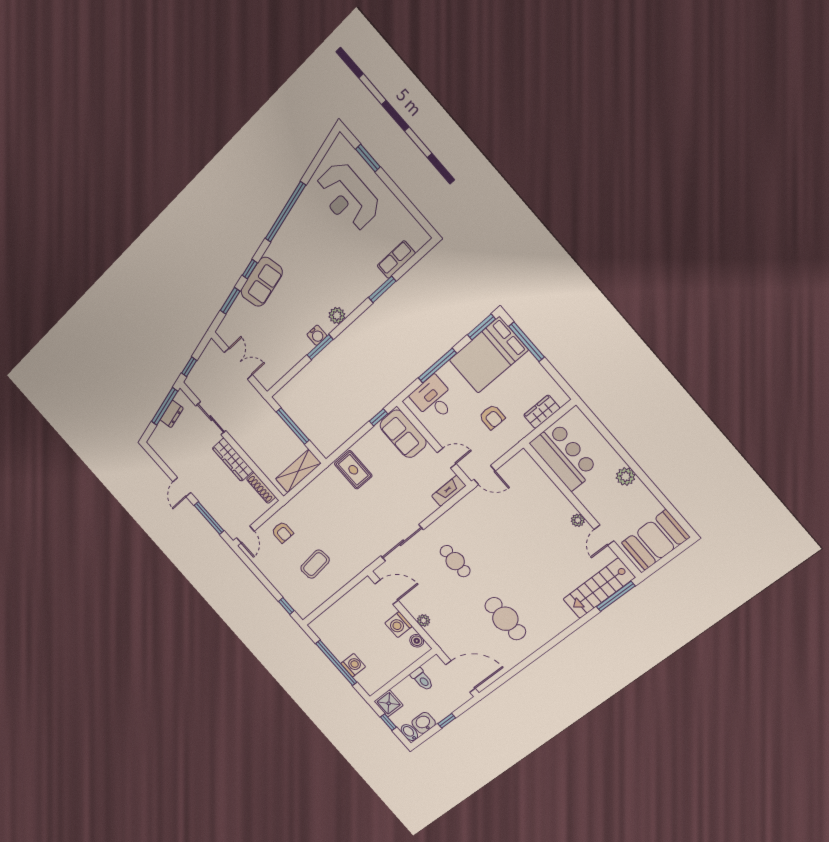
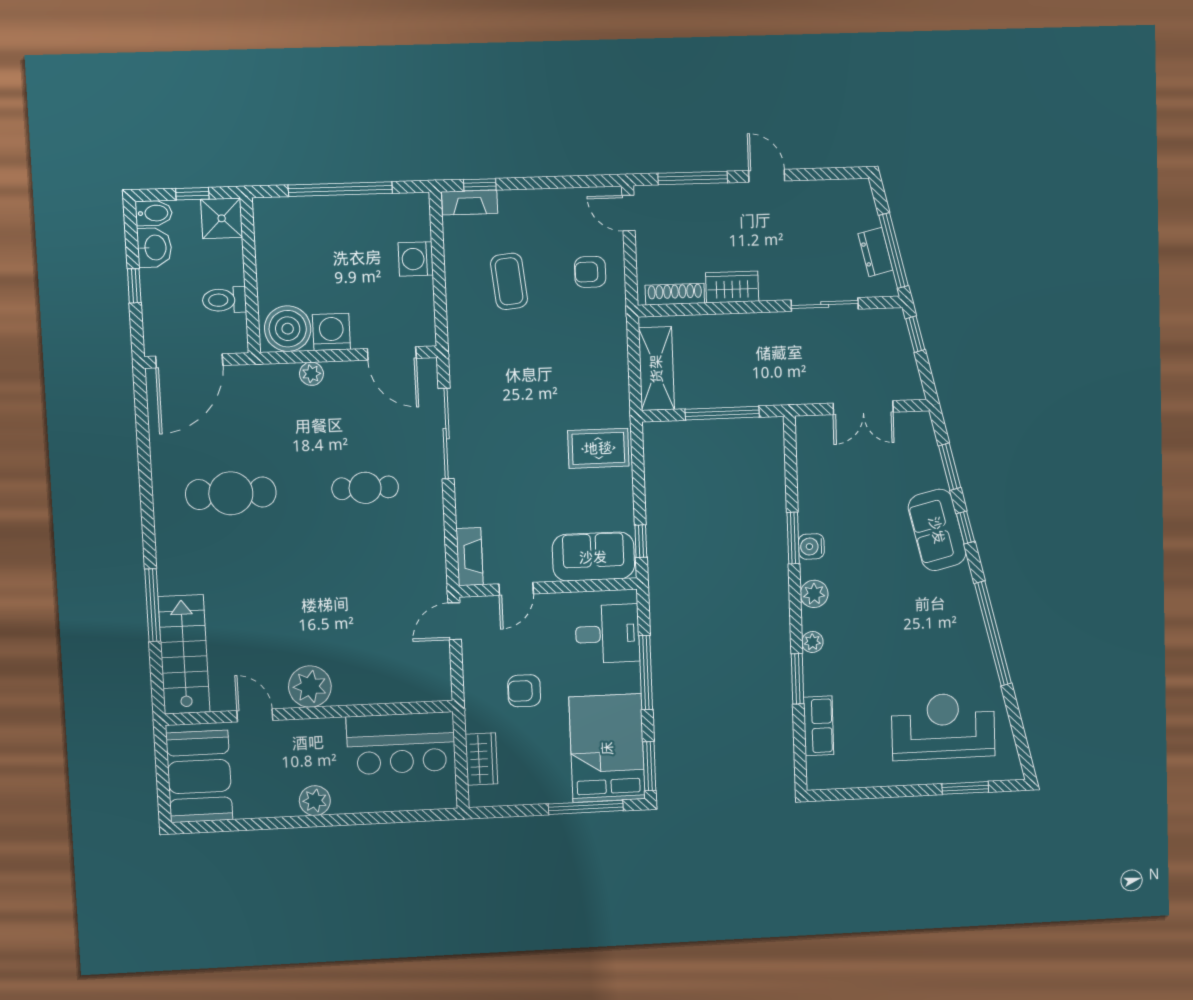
plant: (359, 297) -> (812, 642), added
wardrobe: (233, 460) -> (732, 287), width x0.67
plant: (578, 520) -> (310, 687), width x1.88, depth x1.88
door: (387, 592) -> (392, 353), hinge flipped
window: (616, 596) -> (153, 605), moved
fireplace: (297, 605) -> (470, 203), added
boiler: (417, 641) -> (288, 329), width x1.86, depth x1.86
washing machine: (353, 665) -> (416, 259), moved, turned 90

